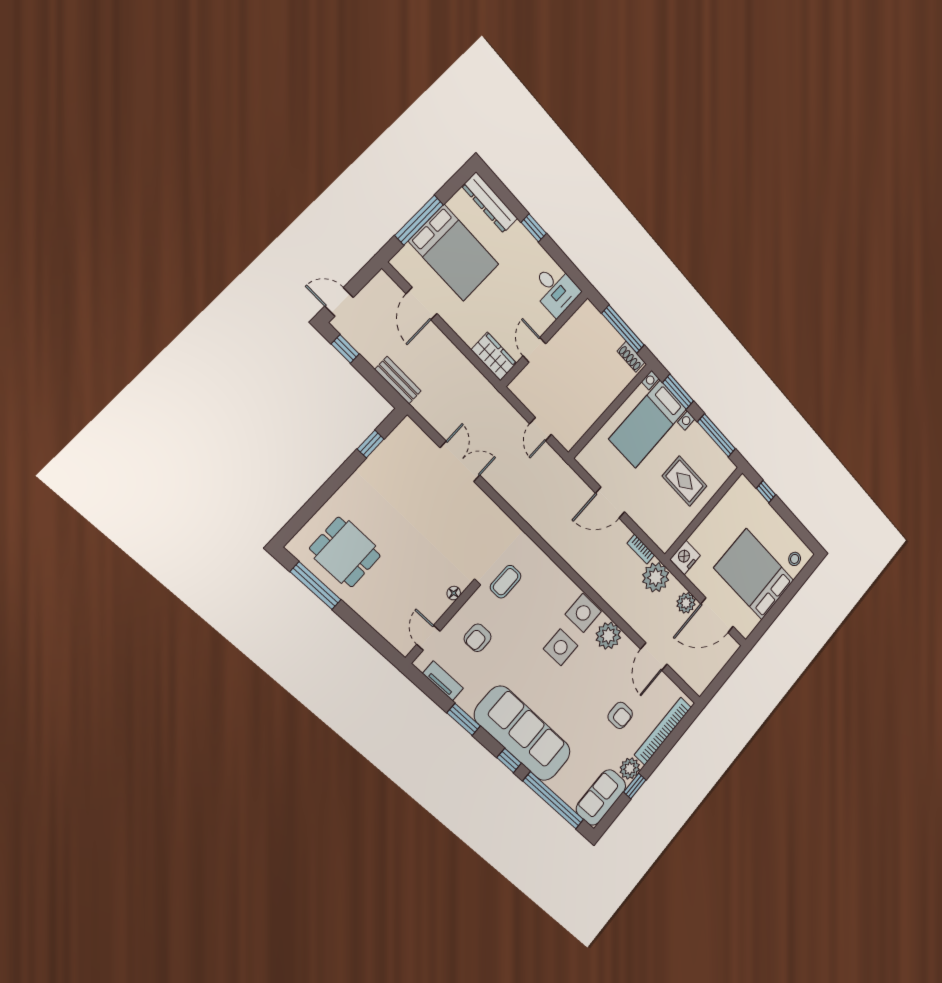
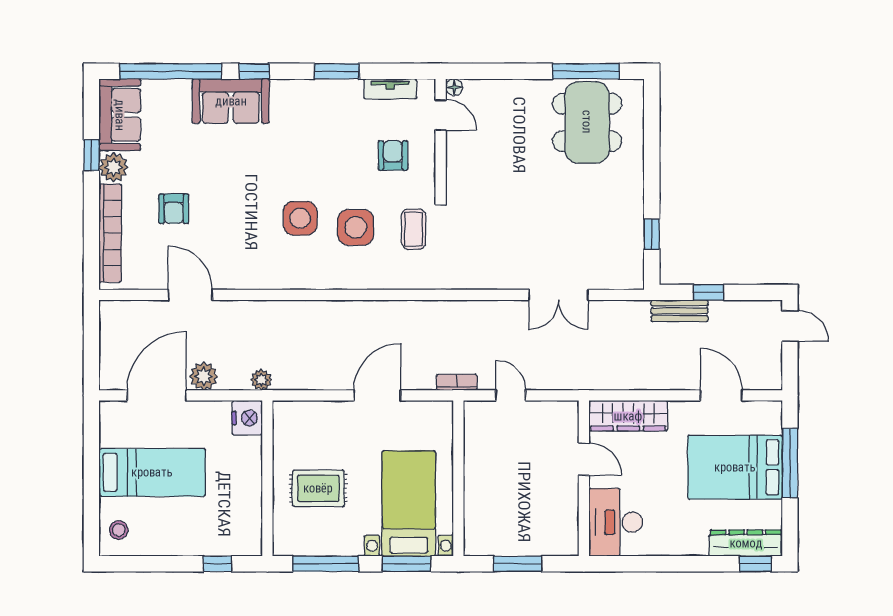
window: (534, 228) -> (755, 564), moved
desk: (555, 290) -> (616, 522), width x1.37
door: (339, 302) -> (790, 326), hinge flipped
window: (623, 329) -> (518, 564), width x0.69
window: (345, 349) -> (708, 292), moved
wardrobe: (494, 357) -> (628, 416), width x1.50
shoe rack: (631, 357) -> (486, 547), removed
bookcase: (641, 549) -> (457, 382), moved
dining table: (345, 552) -> (587, 122), width x1.38
bed: (754, 574) -> (152, 472), width x0.67
plant: (656, 577) -> (261, 380), width x0.53, depth x0.53
floor lamp: (454, 593) -> (454, 87), moved
side table: (583, 613) -> (356, 227), moved
plant: (608, 636) -> (260, 272), removed
armchair: (620, 715) -> (174, 209), turned -90
sofa: (523, 734) -> (231, 101), width x0.54, depth x0.79

